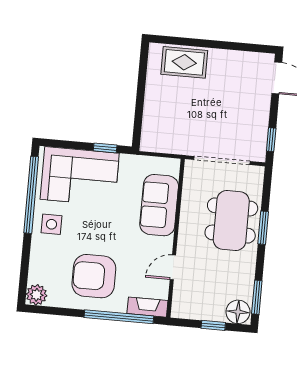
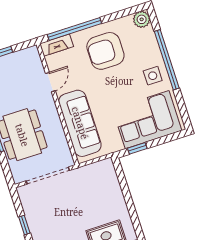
window: (271, 140) -> (24, 225), moved
window: (31, 195) -> (167, 60), moved
sofa: (159, 205) -> (80, 123), width x1.36
armchair: (94, 276) -> (105, 51), turned 180

